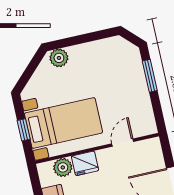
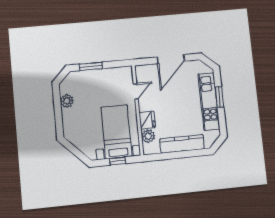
plant: (59, 58) -> (67, 101), moved
door: (123, 143) -> (136, 91), swing flipped

